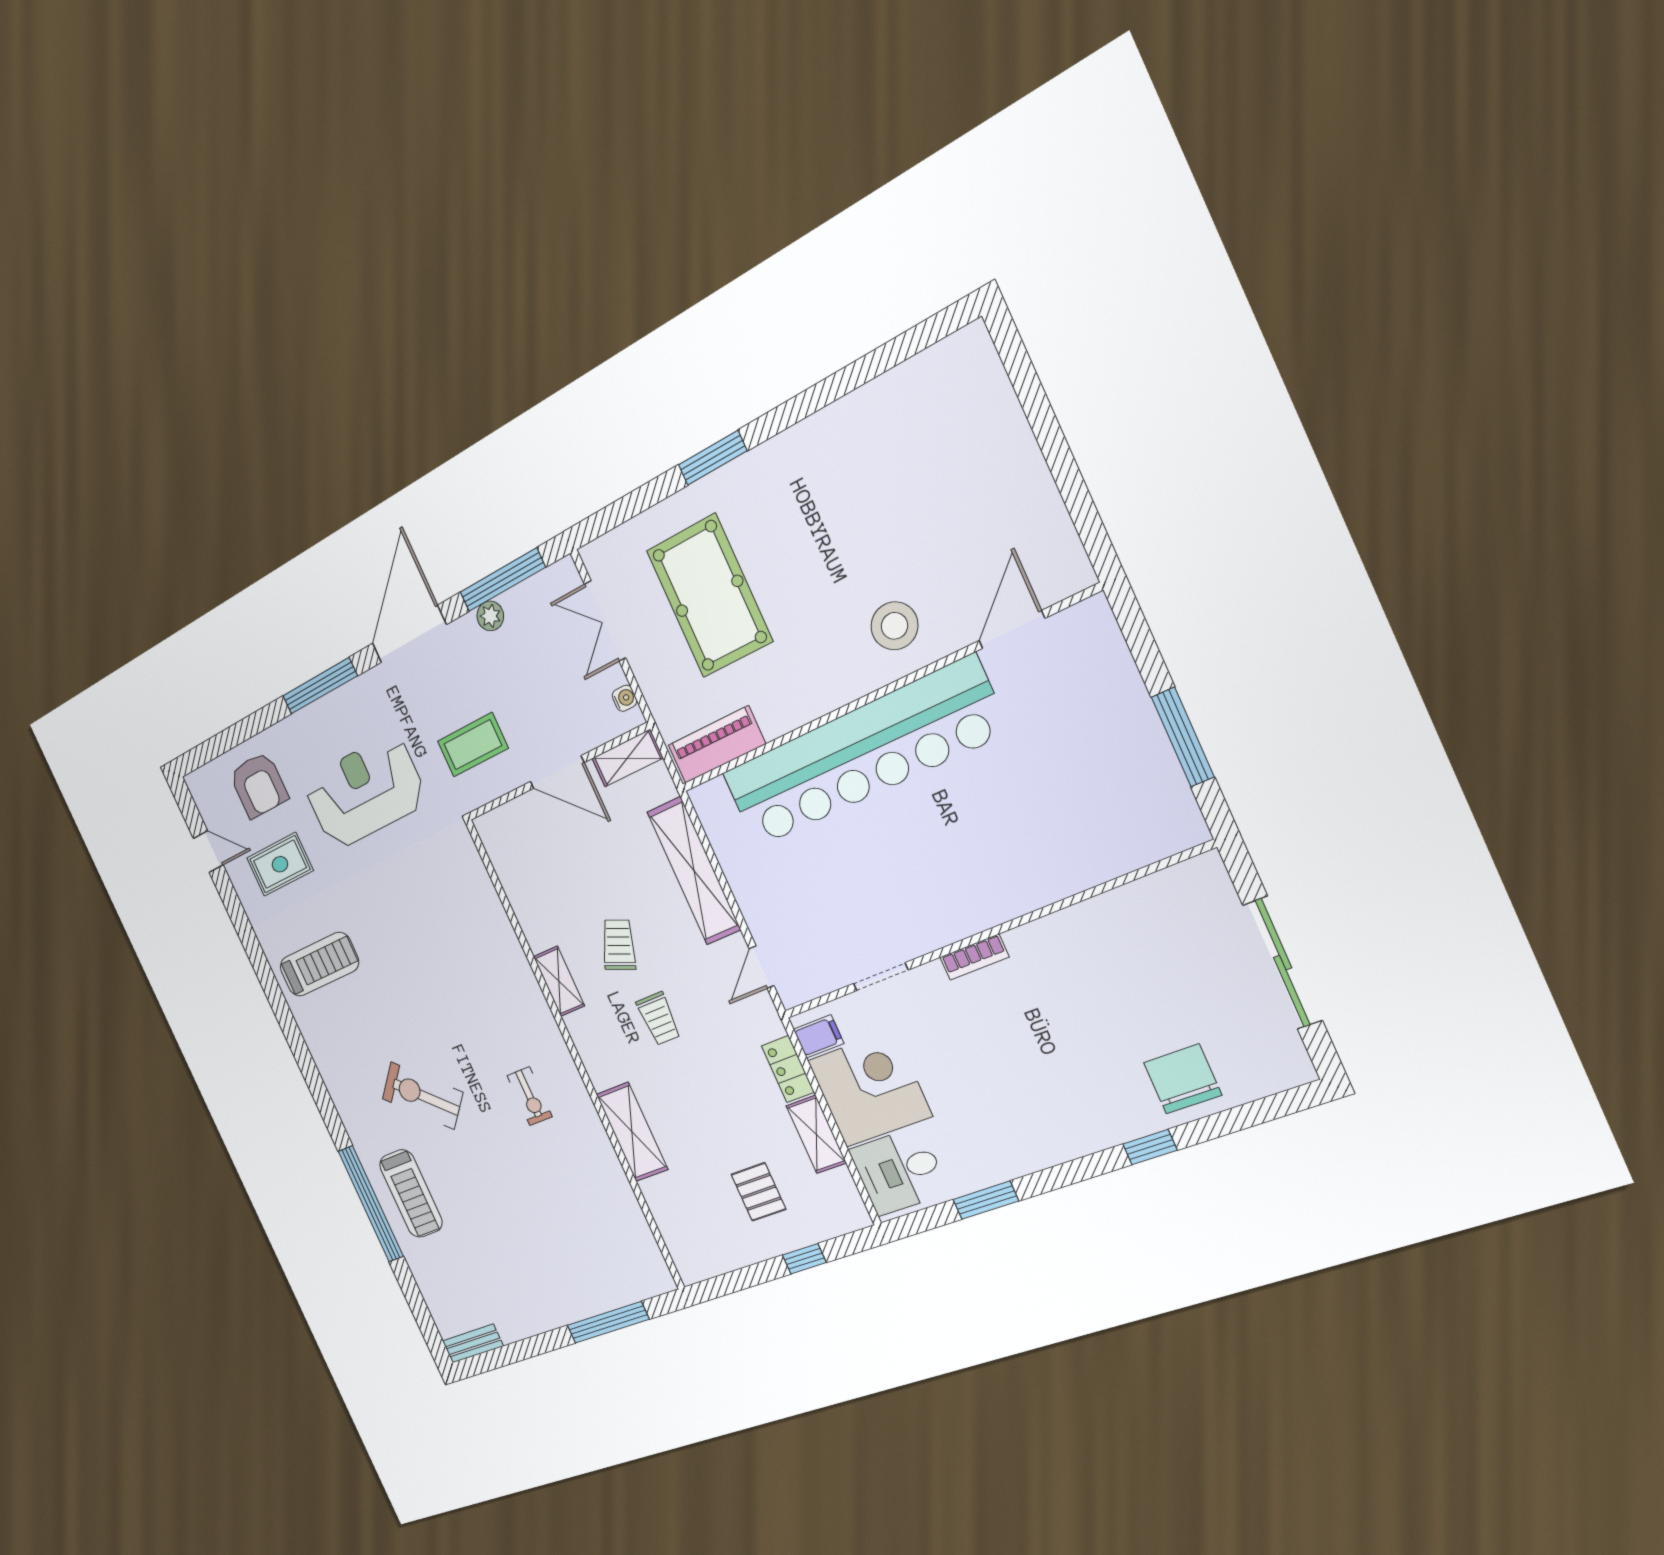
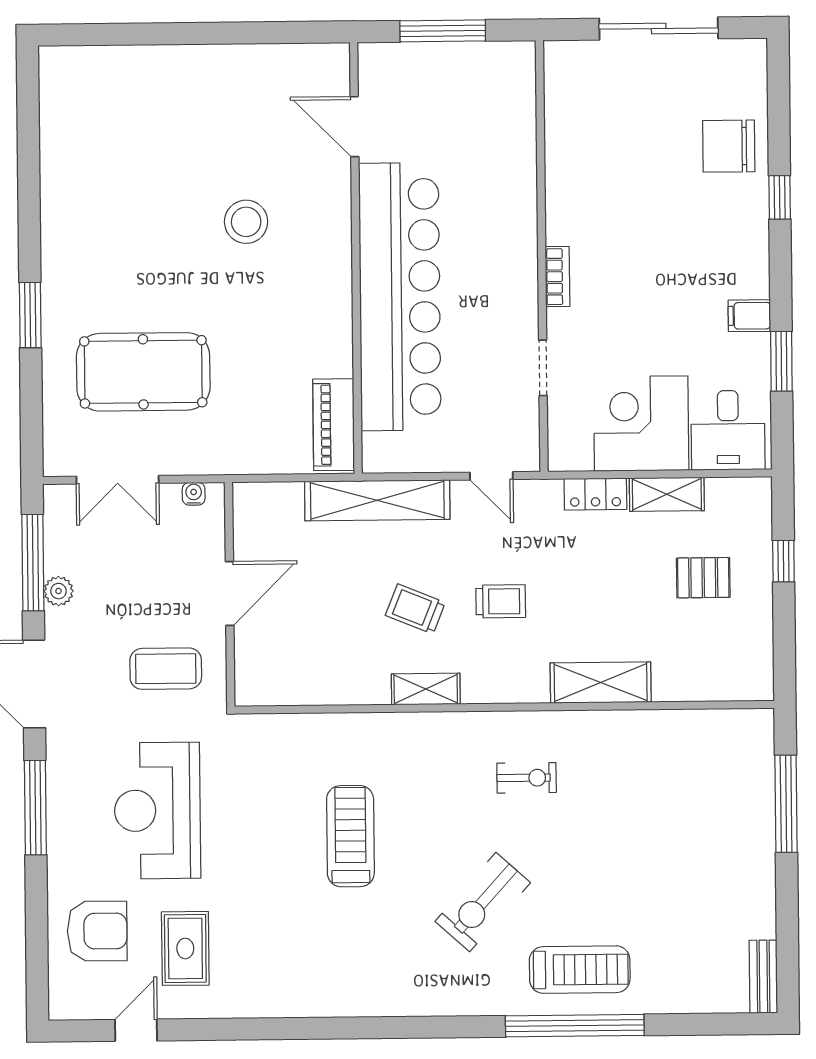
door: (1012, 630) -> (354, 127), moved
wall: (880, 693) -> (356, 258), moved
coffee table: (473, 745) -> (166, 669), turned 90
piano: (717, 745) -> (334, 425), moved
bar counter: (862, 753) -> (400, 297), moved
shelving: (627, 758) -> (248, 517), removed
treadmill: (319, 964) -> (350, 836), moved
filing cabinet: (819, 1036) -> (749, 316), moved, turned -90

